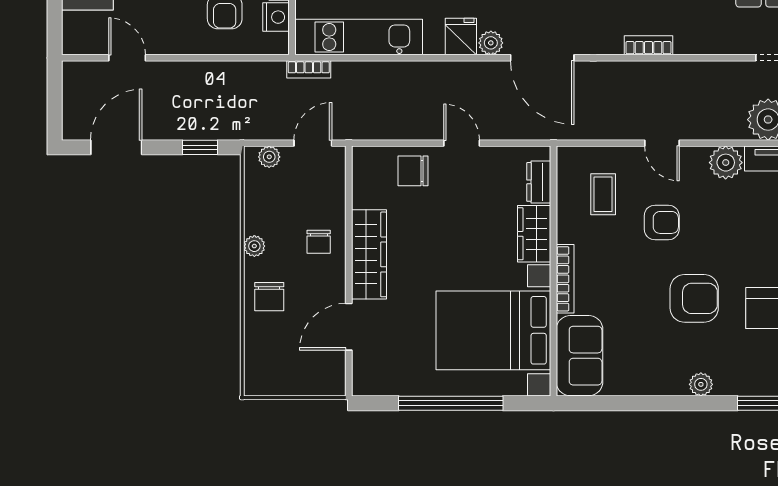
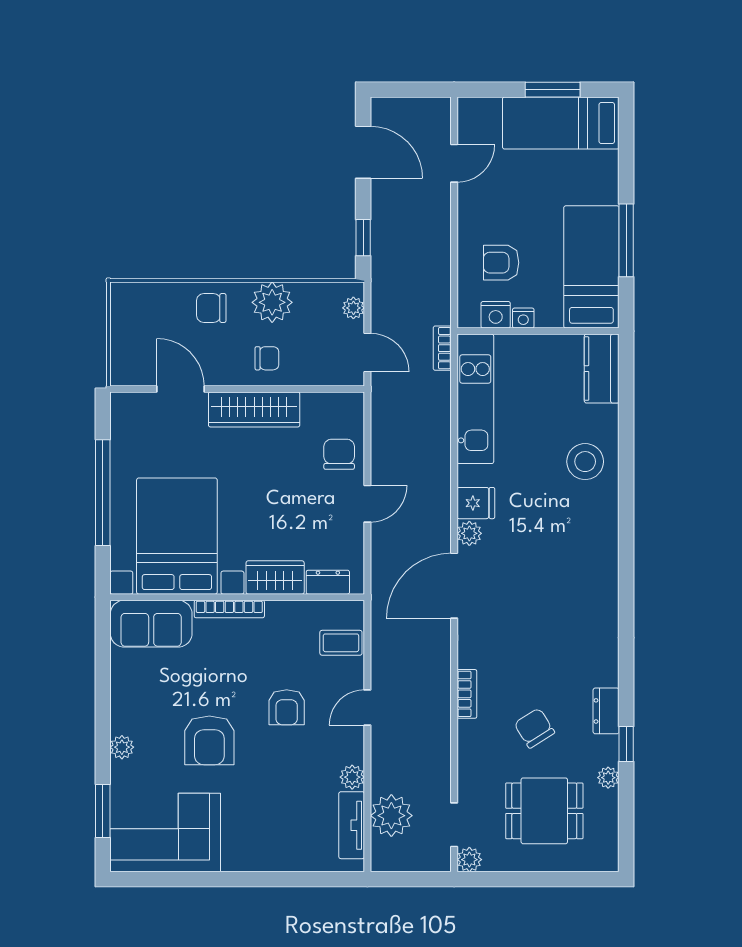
plant: (726, 163) -> (352, 777), width x0.73, depth x0.73
coffee table: (603, 194) -> (341, 643), moved
chair: (319, 242) -> (267, 358), turned 180
plant: (254, 246) -> (272, 302), width x1.88, depth x1.88

